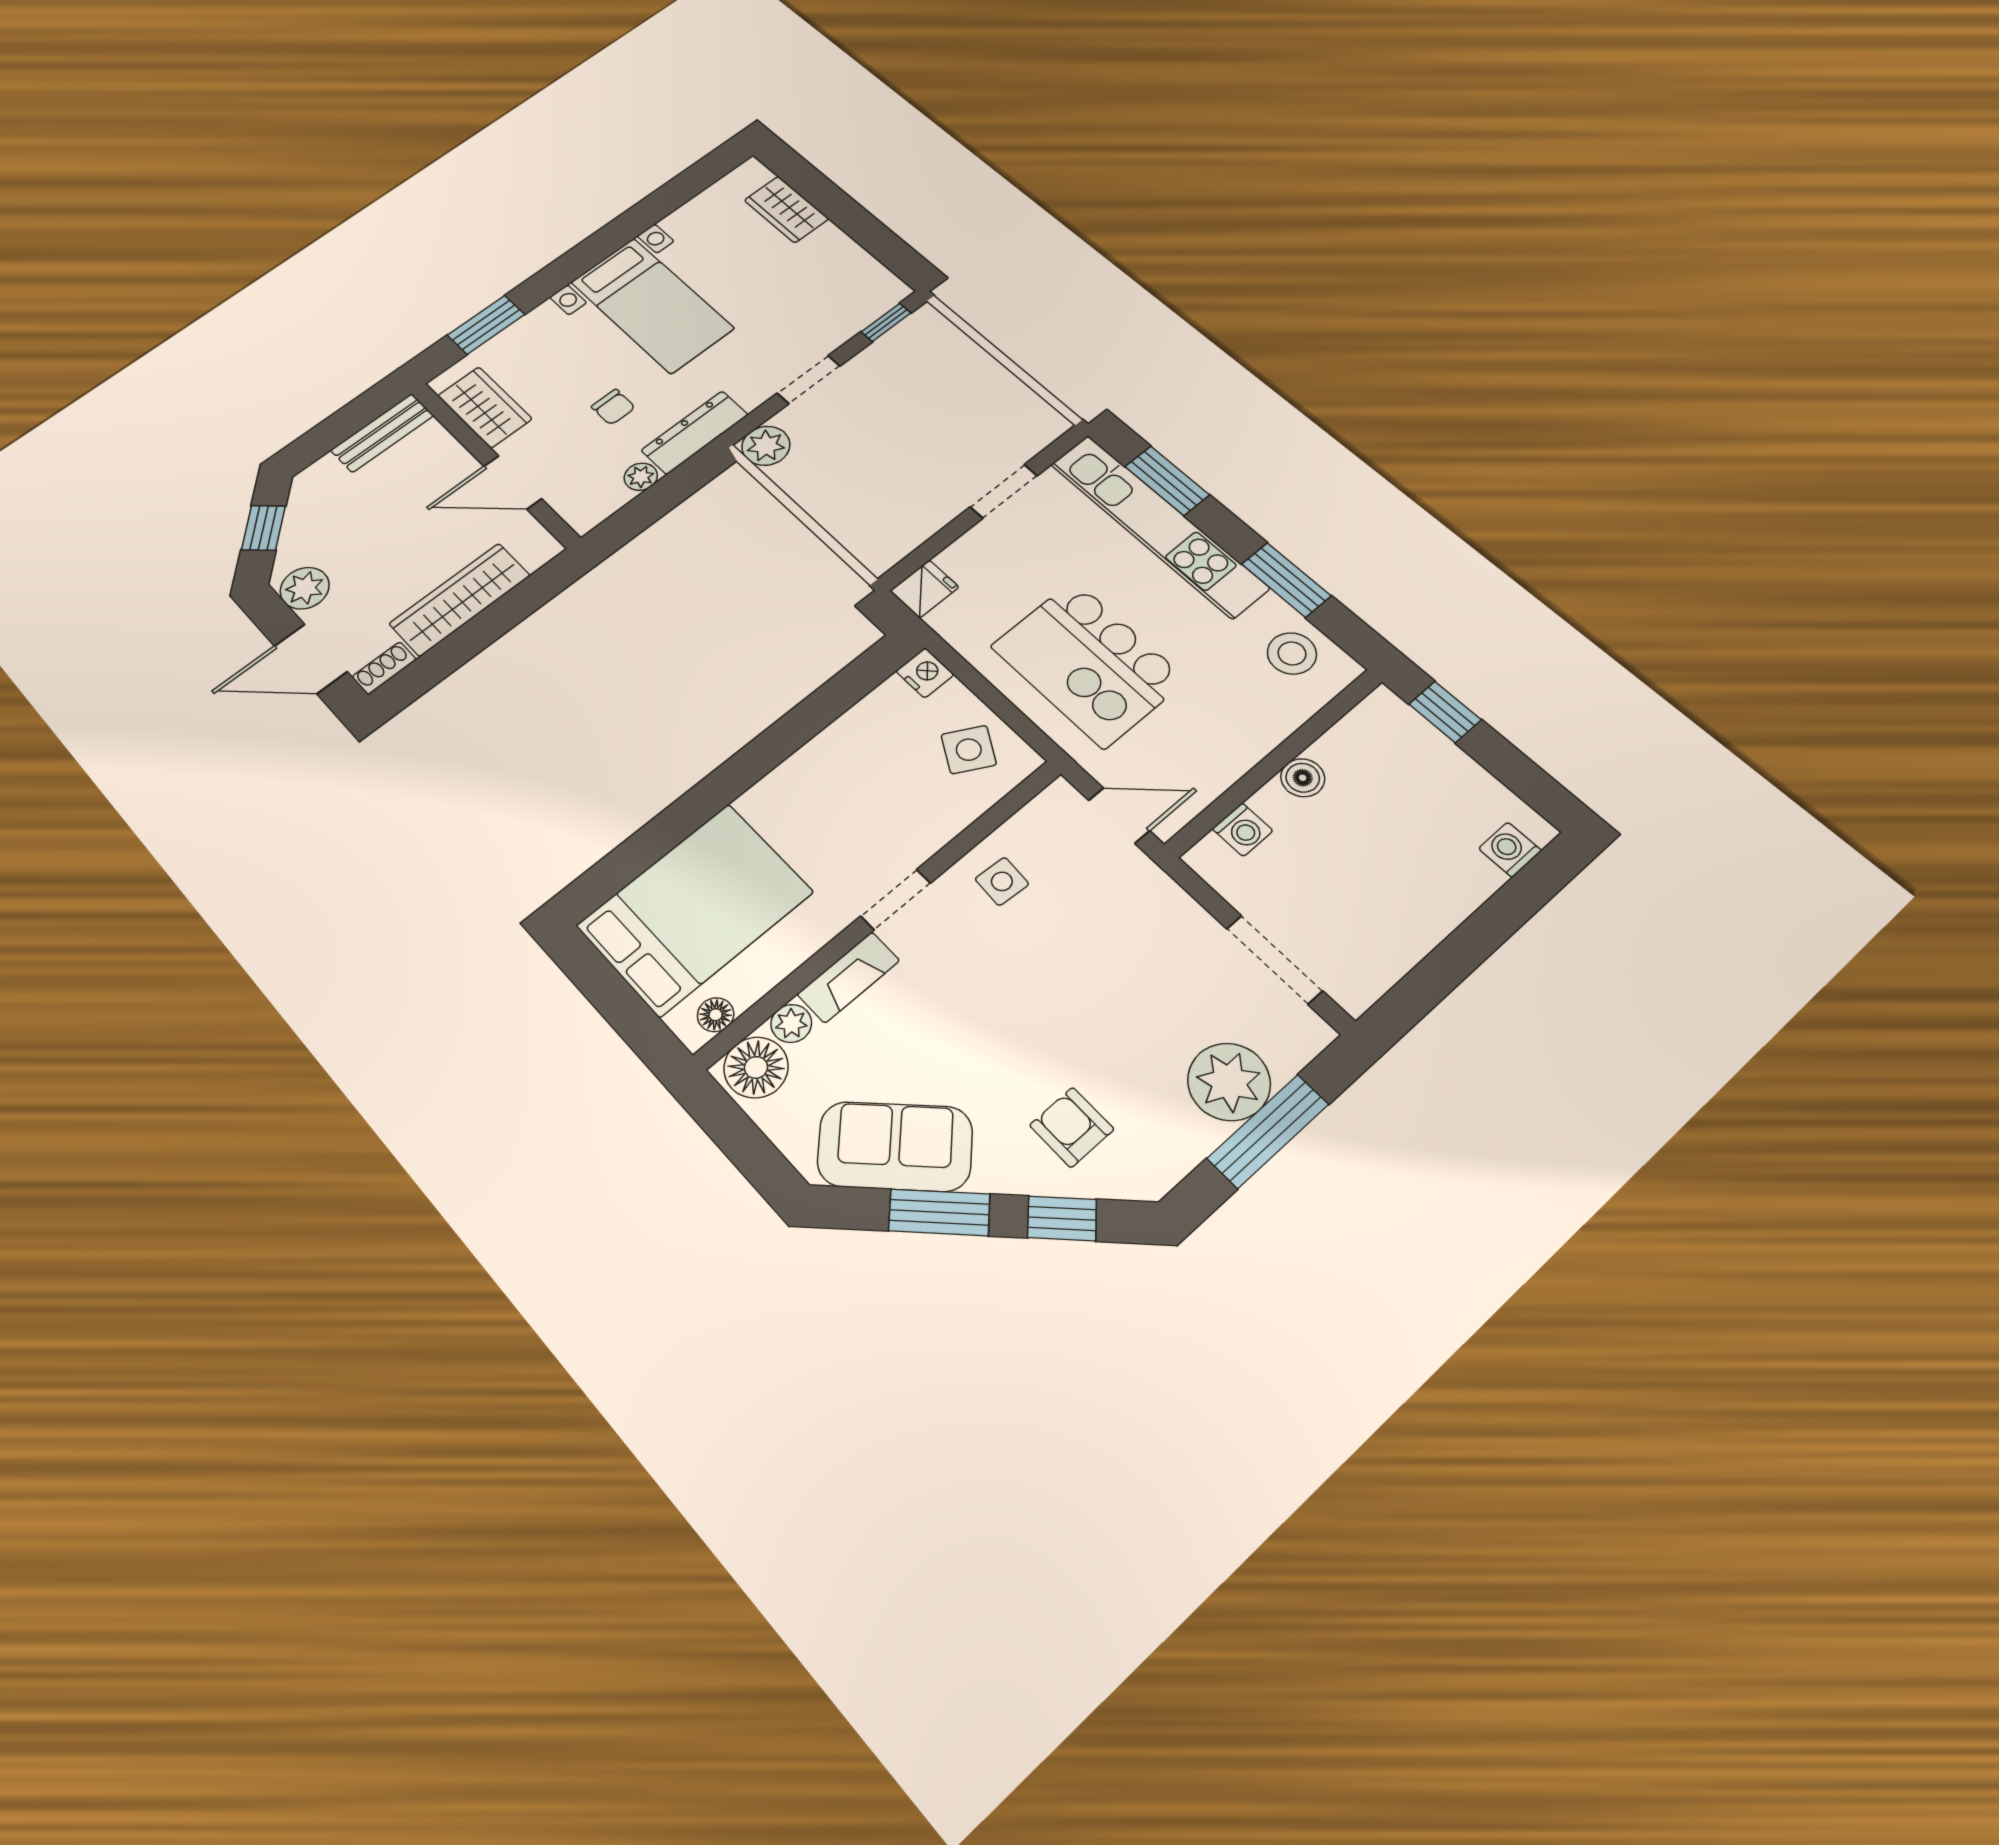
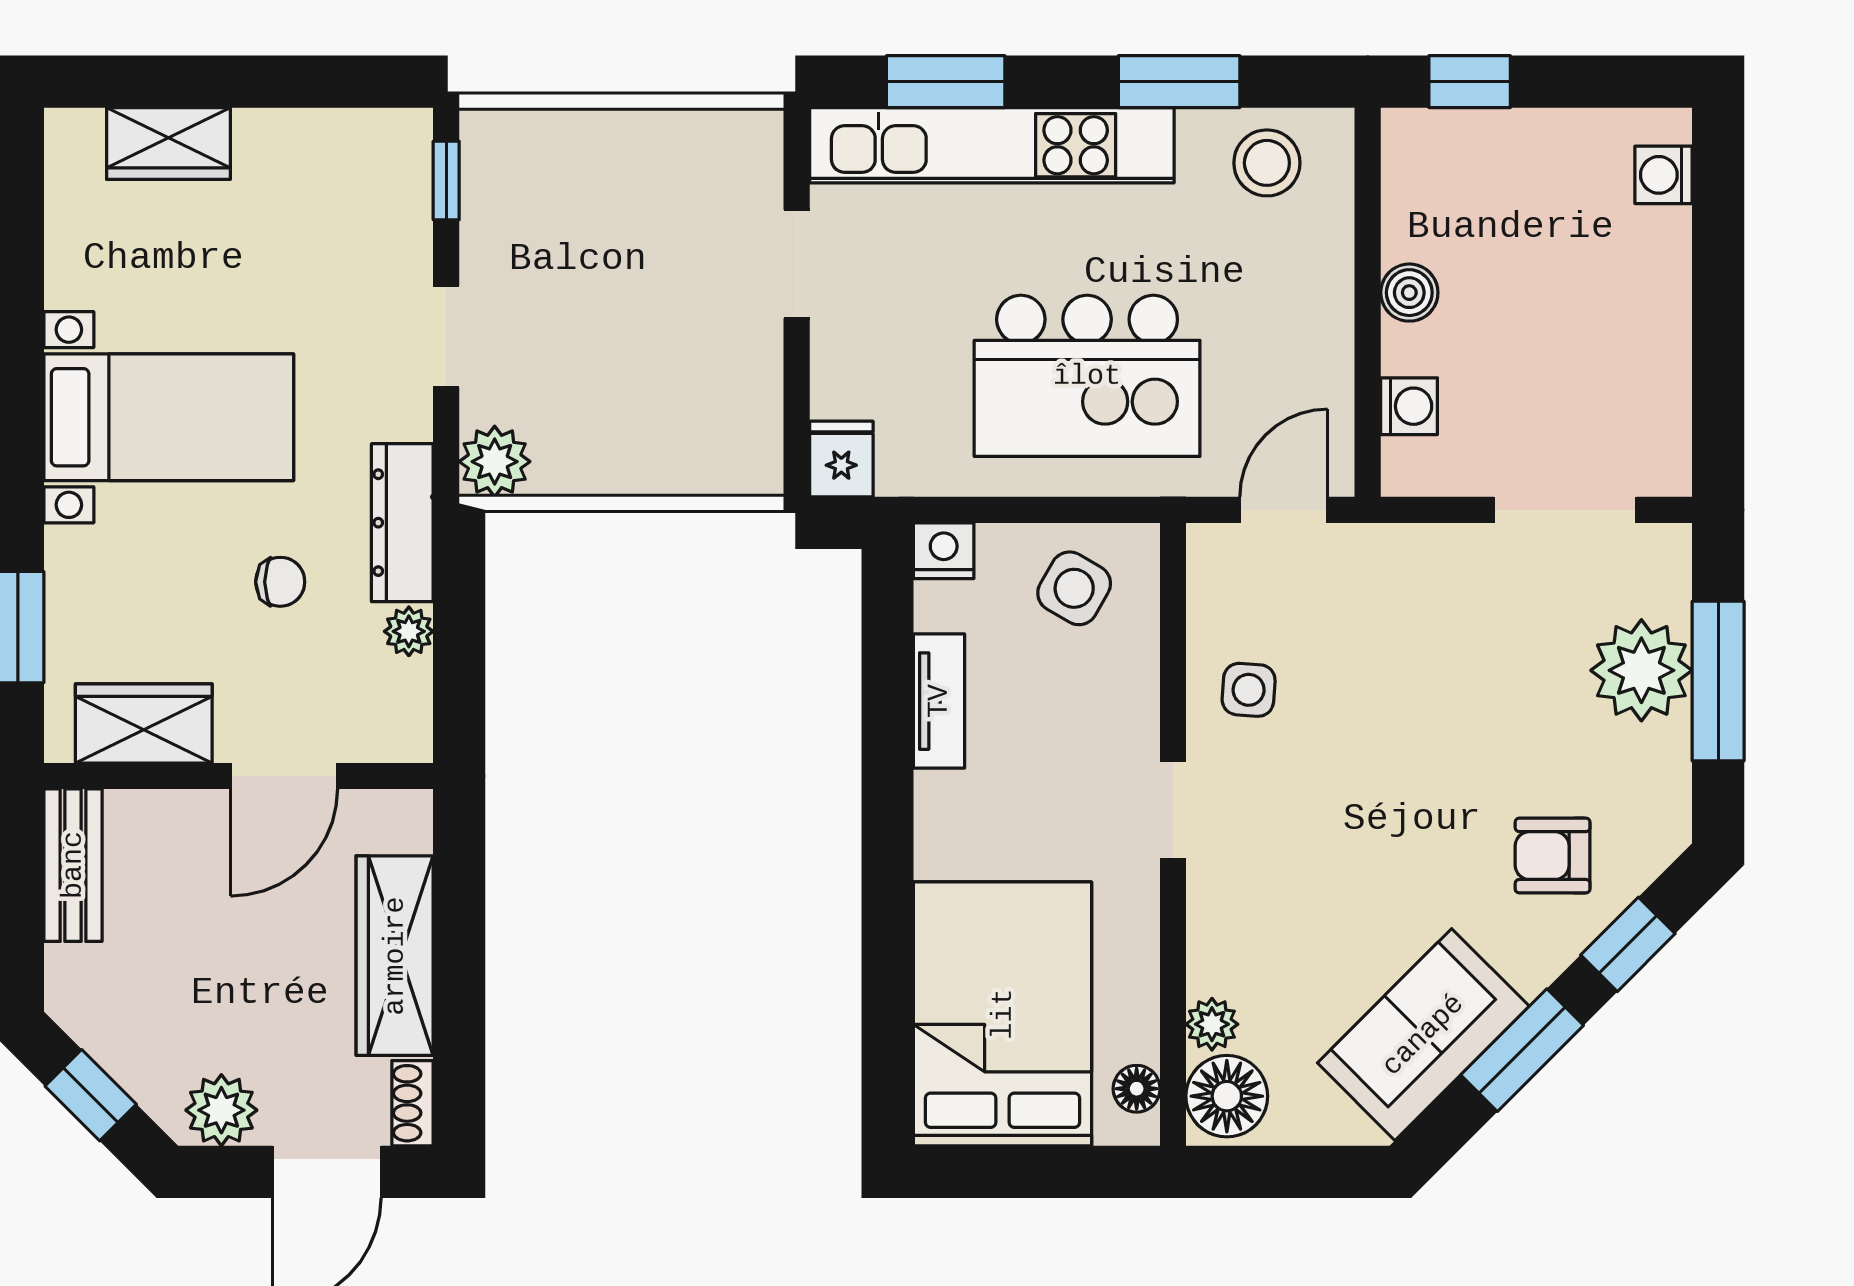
tv unit: (841, 736) -> (939, 701), added
fireplace: (848, 977) -> (1214, 928), removed

